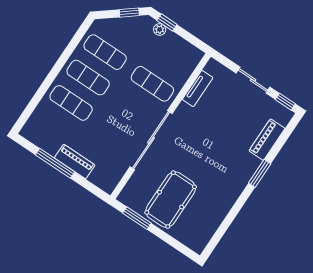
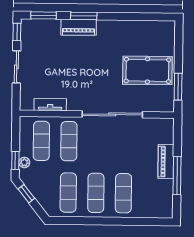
exercise mat: (169, 58) -> (41, 141), added
window: (284, 136) -> (44, 15), added
piano: (267, 140) -> (79, 27), moved

